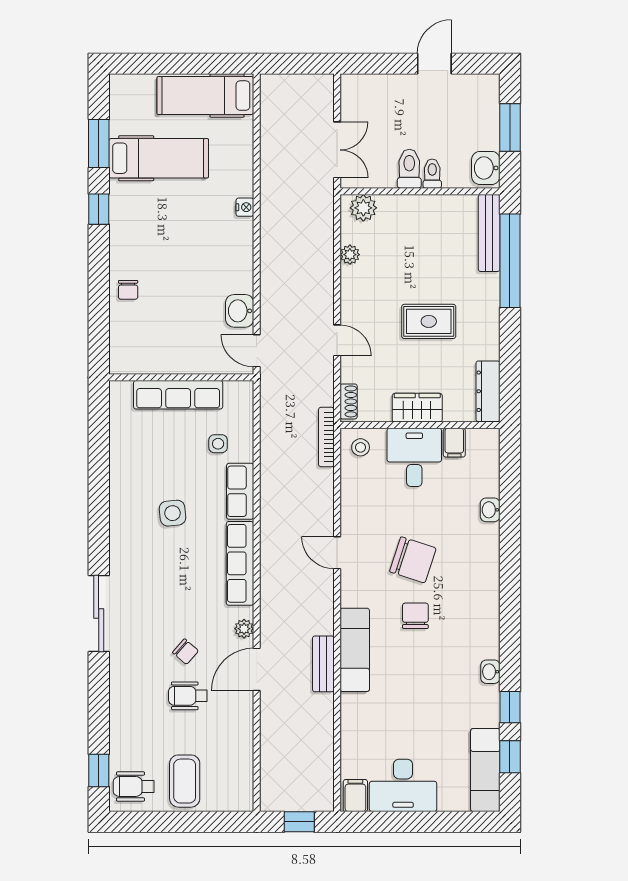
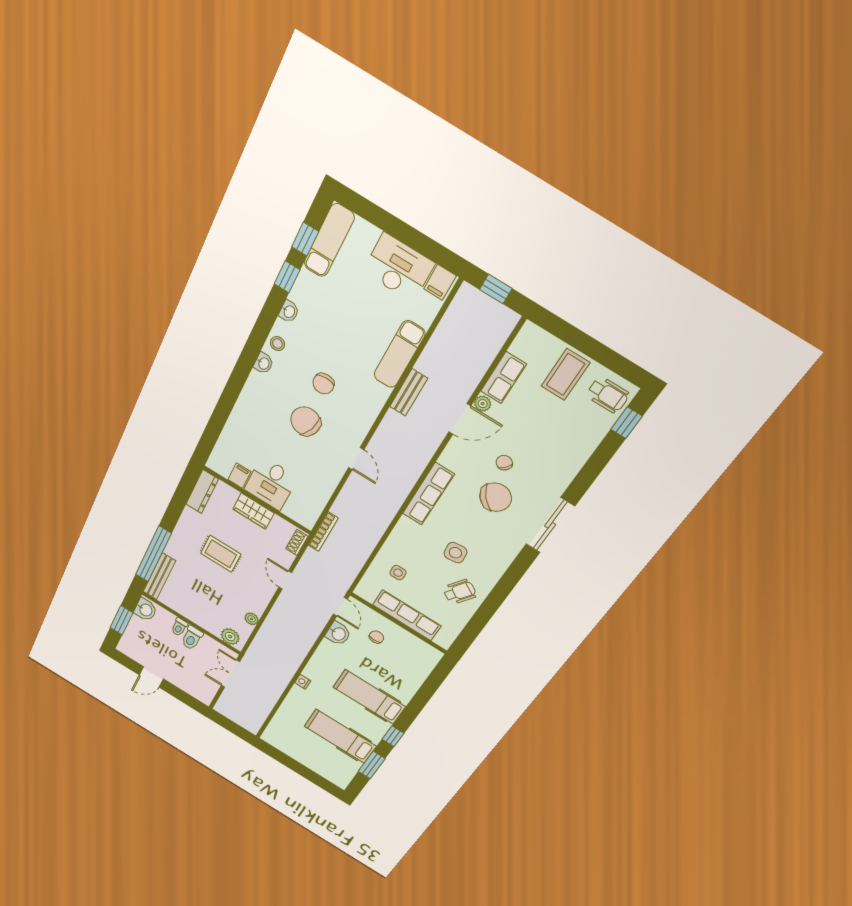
hospital bed: (205, 96) -> (369, 697), moved, turned 180
chair: (128, 290) -> (376, 637), moved
stool: (361, 447) -> (277, 344), moved
row of seats: (240, 491) -> (503, 378), moved
washbasin: (490, 510) -> (264, 363), moved
chair: (171, 607) -> (496, 497), added
plant: (244, 629) -> (483, 404), moved
exam couch: (355, 650) -> (399, 354), moved
wheelchair: (188, 696) -> (460, 592), moved, turned -57

